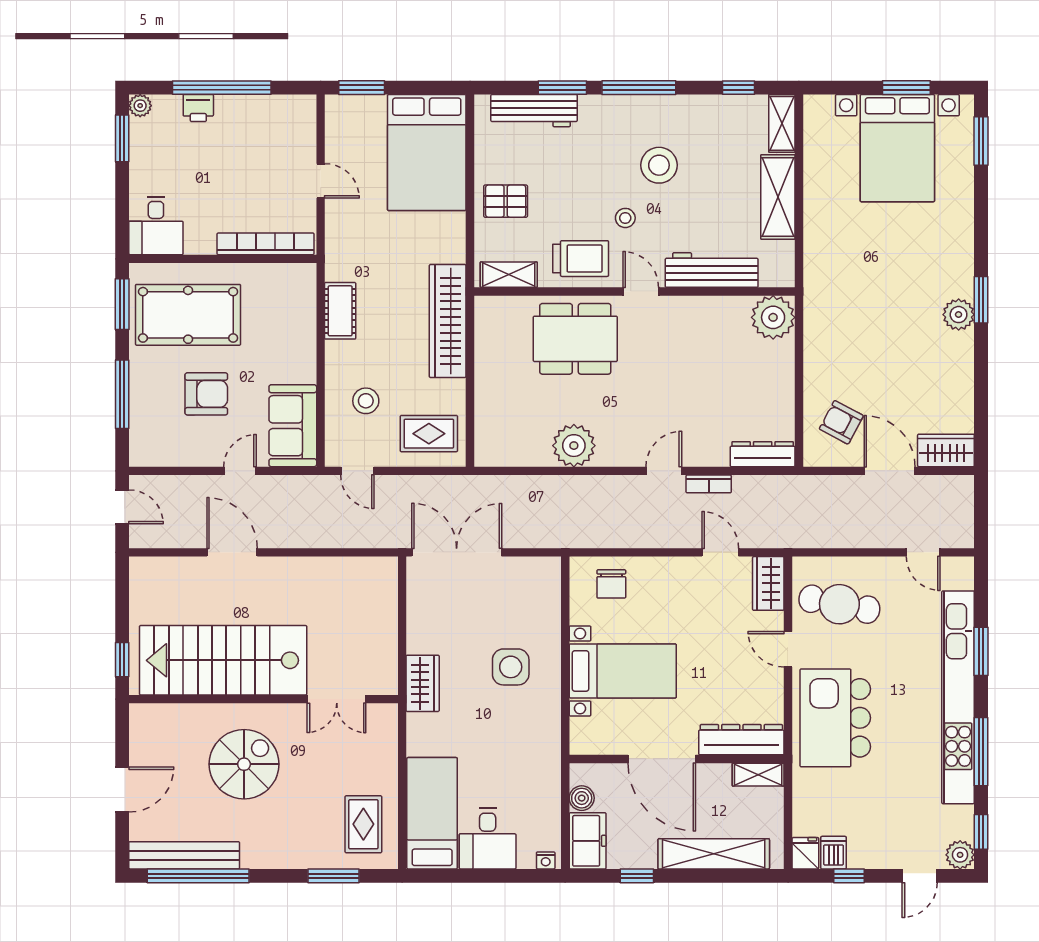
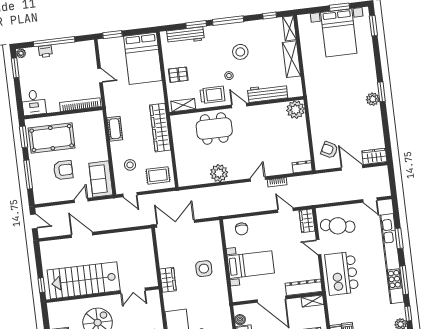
dresser: (763, 454) -> (302, 167), width x0.70

